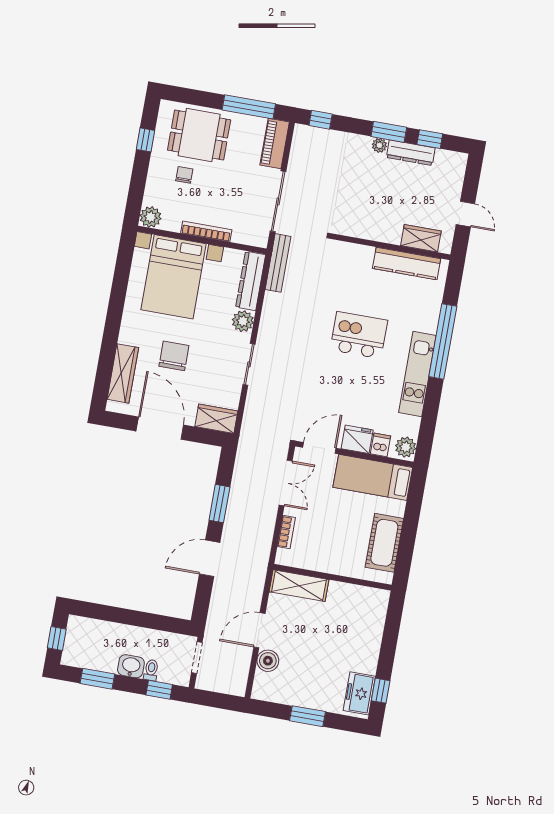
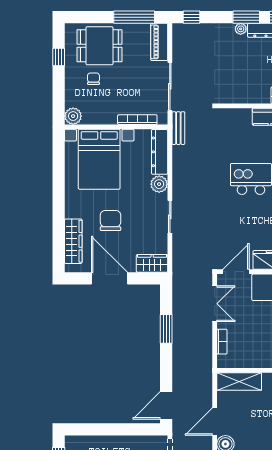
bookcase: (206, 231) -> (137, 120), moved
bench: (278, 263) -> (178, 128), width x0.73
door: (210, 558) -> (166, 405), moved

